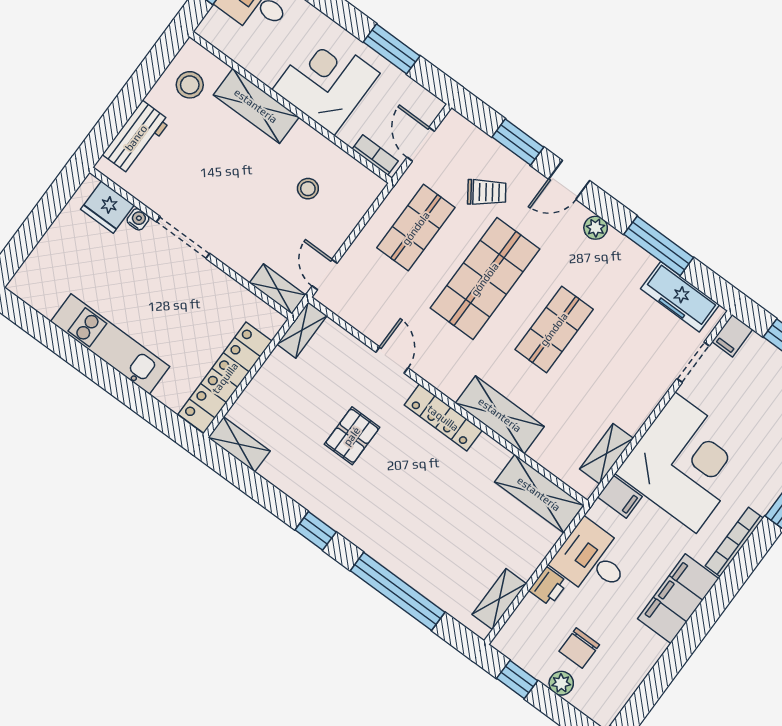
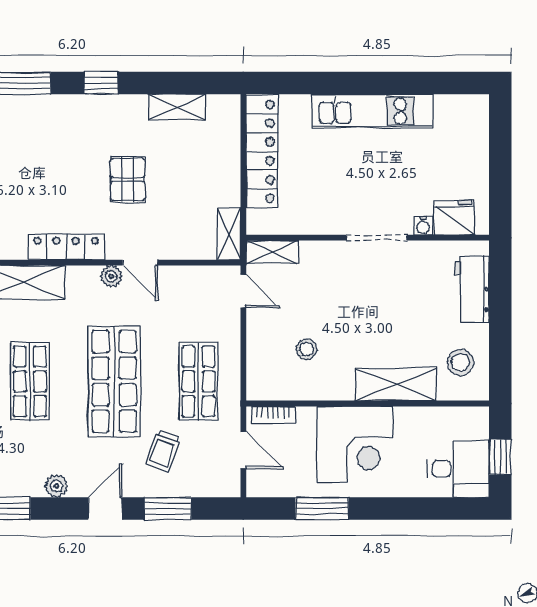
trolley: (487, 192) -> (163, 451), turned -35
plant: (424, 366) -> (111, 276), added
shelving: (239, 444) -> (177, 107), moved

